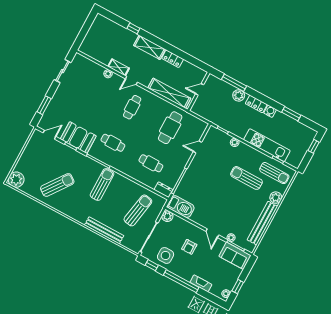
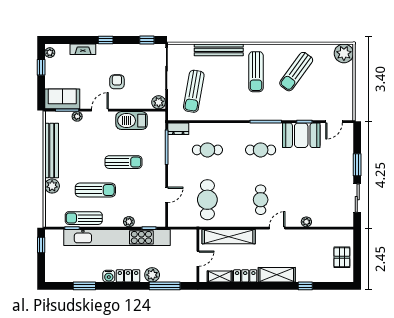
pallet: (96, 35) -> (342, 257), added
shelving: (119, 67) -> (220, 277), moved
window: (44, 105) -> (357, 165), moved
kitchen unit: (267, 145) -> (117, 237), width x1.86
window: (314, 146) -> (41, 245), moved
sun lounger: (274, 173) -> (84, 218), moved
sun lounger: (102, 184) -> (256, 72), moved
sun lounger: (216, 187) -> (124, 162), added
barbecue: (181, 207) -> (132, 121), moved
door: (212, 233) -> (100, 110), hinge flipped
side table: (166, 255) -> (138, 59), removed
window: (181, 281) -> (106, 40), width x0.32

